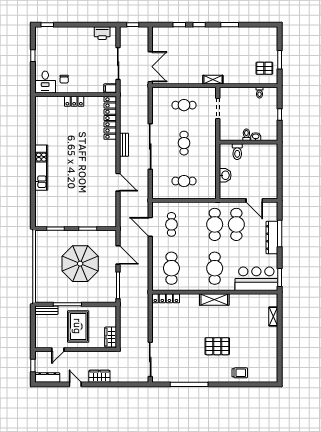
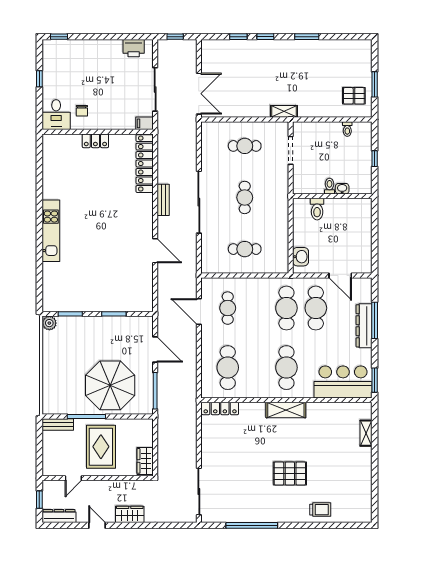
washbasin: (225, 175) -> (301, 257), moved
plant: (40, 235) -> (49, 323), added
parasol: (80, 264) -> (110, 385), moved

